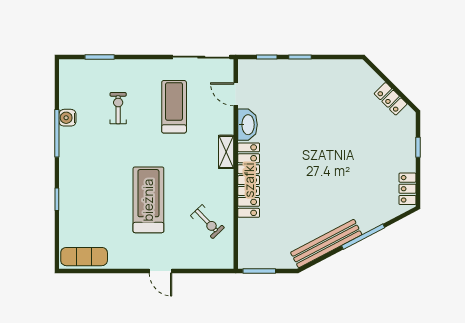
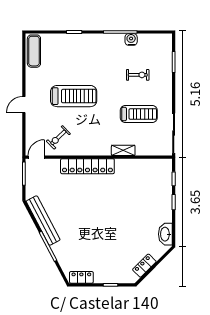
door: (236, 94) -> (36, 157), moved
washbasin: (247, 125) -> (165, 234), moved, turned 90
shelving: (226, 152) -> (123, 150), moved

